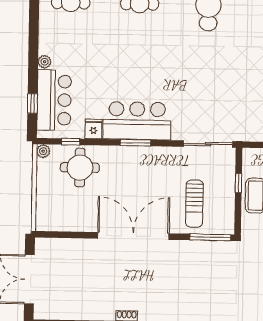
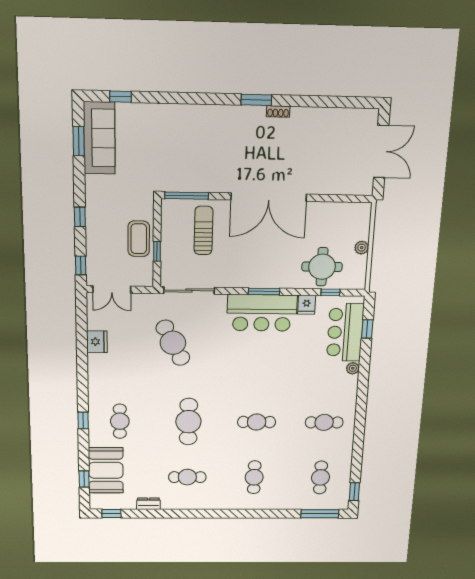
cafe table: (224, 90) -> (173, 343), added
plant: (43, 151) -> (362, 248), moved

